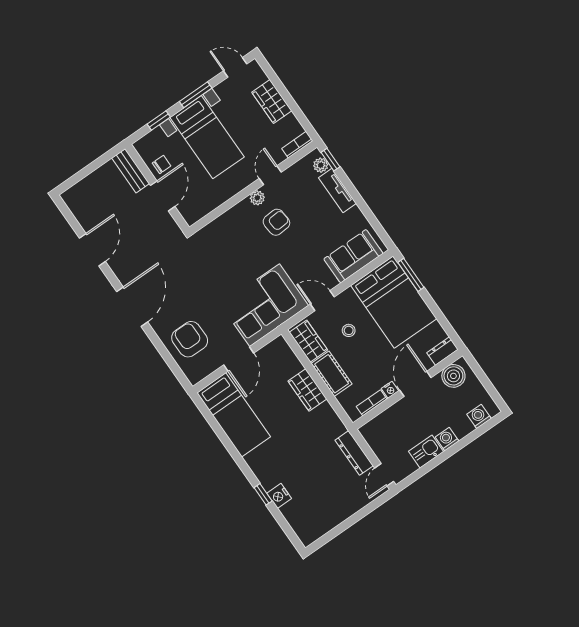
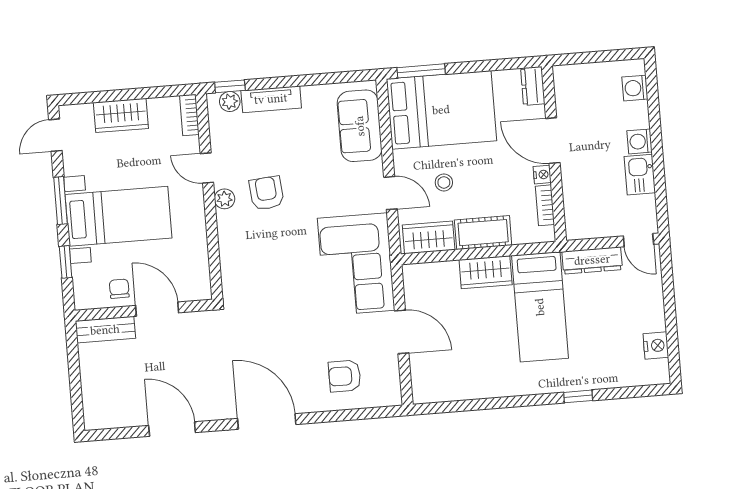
door: (322, 301) -> (391, 193), swing flipped
armchair: (190, 339) -> (345, 376), width x0.72, depth x0.72
boiler: (453, 376) -> (570, 90), removed
bed: (234, 415) -> (540, 307), moved, turned 90
nightstand: (279, 496) -> (656, 346), moved, turned -90

